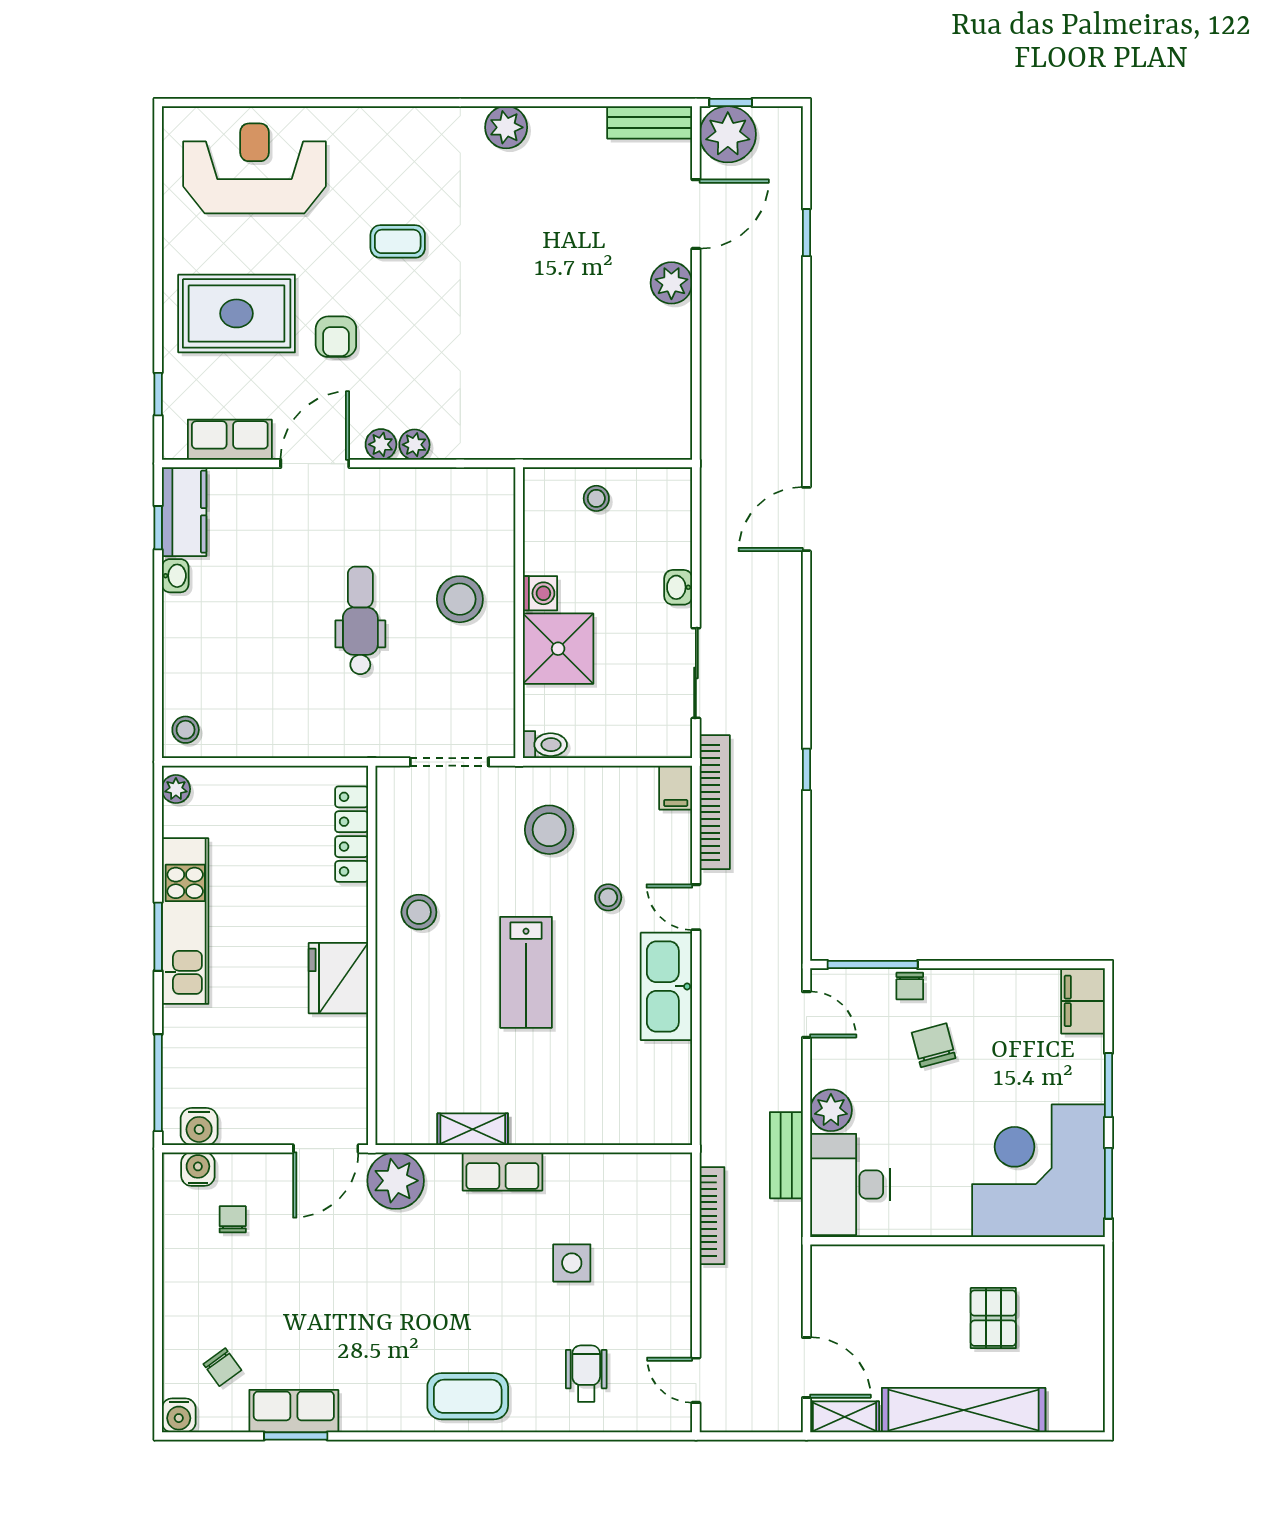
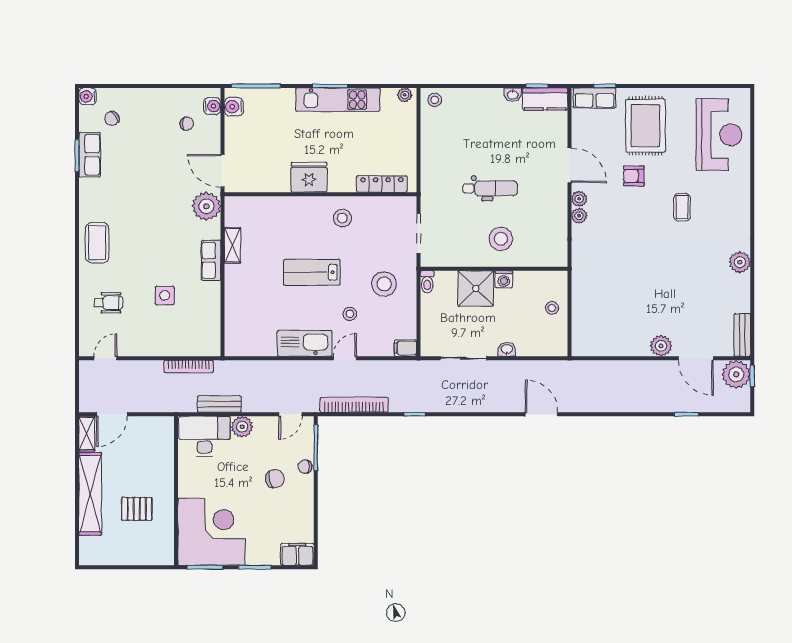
row of seats: (230, 440) -> (595, 98), moved, turned 90
bookcase: (715, 802) -> (354, 405), moved, turned 180

